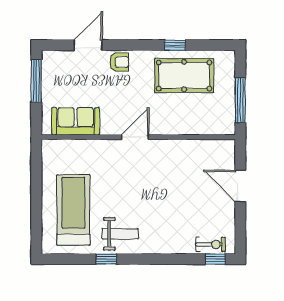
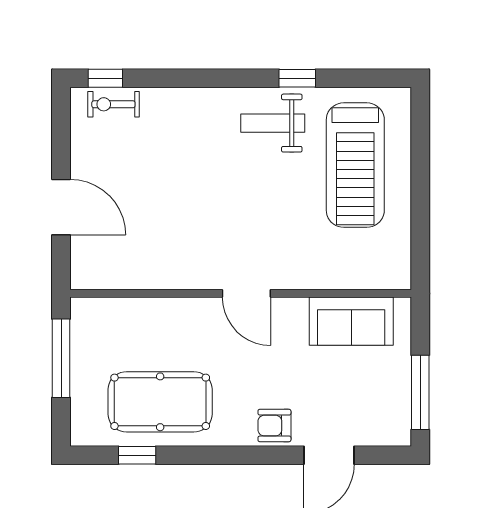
window: (175, 45) -> (137, 455), moved
door: (135, 137) -> (246, 293), hinge flipped

